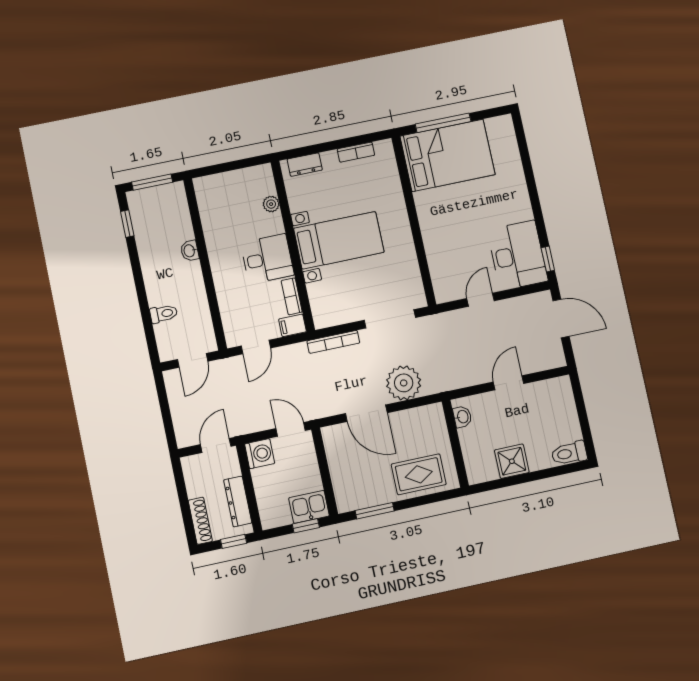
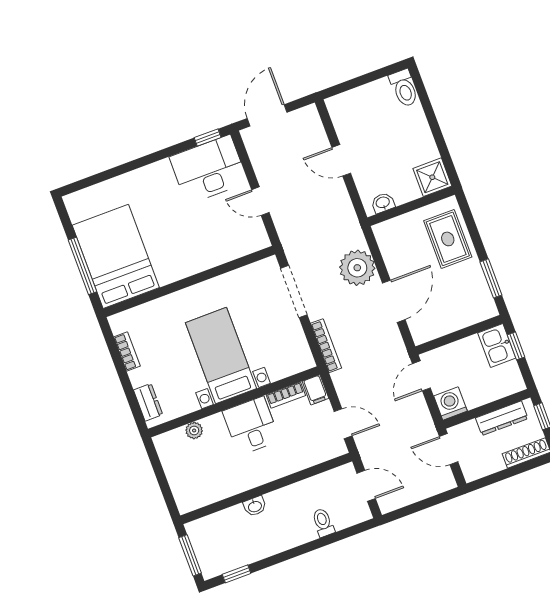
shower: (512, 461) -> (432, 177), moved

